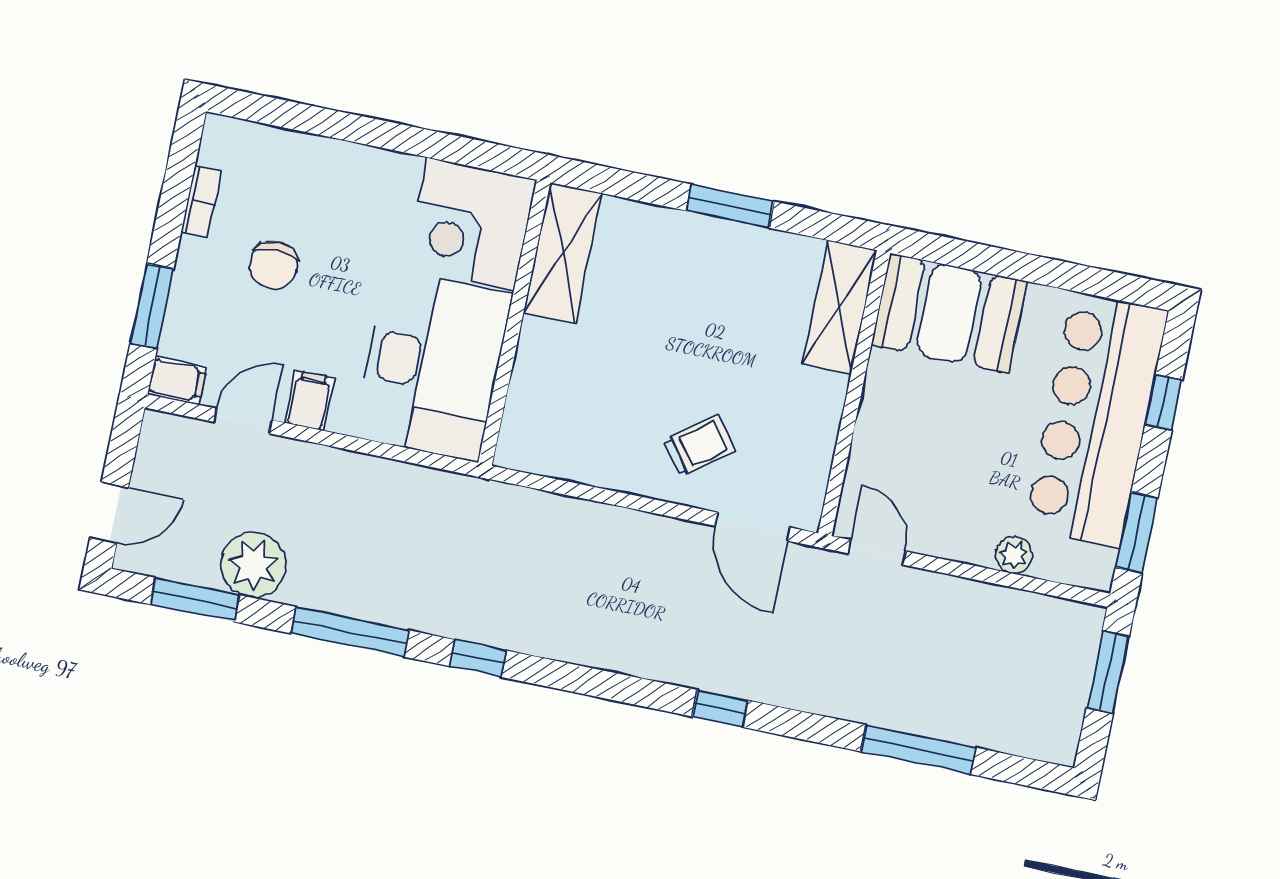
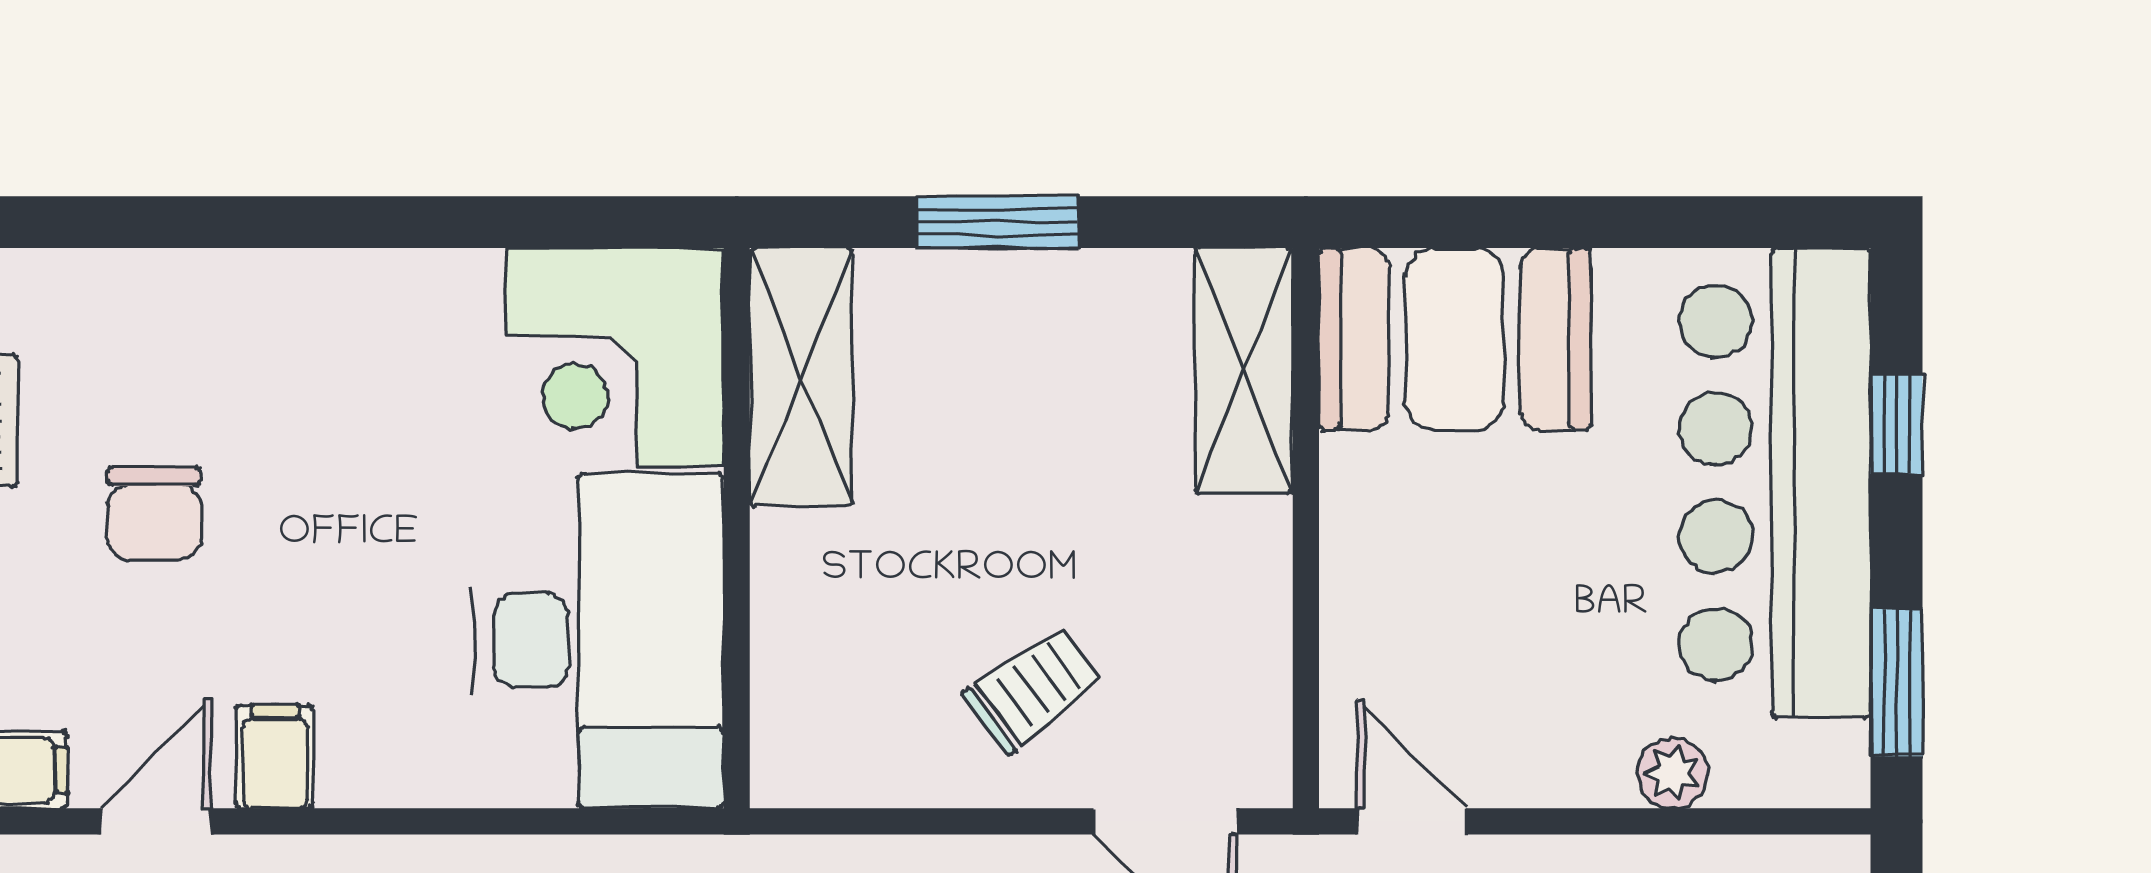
corner desk: (471, 223) -> (615, 357), moved
shelving: (563, 253) -> (801, 377), moved
wall: (514, 323) -> (737, 528), moved
desk: (433, 365) -> (599, 640), moved

